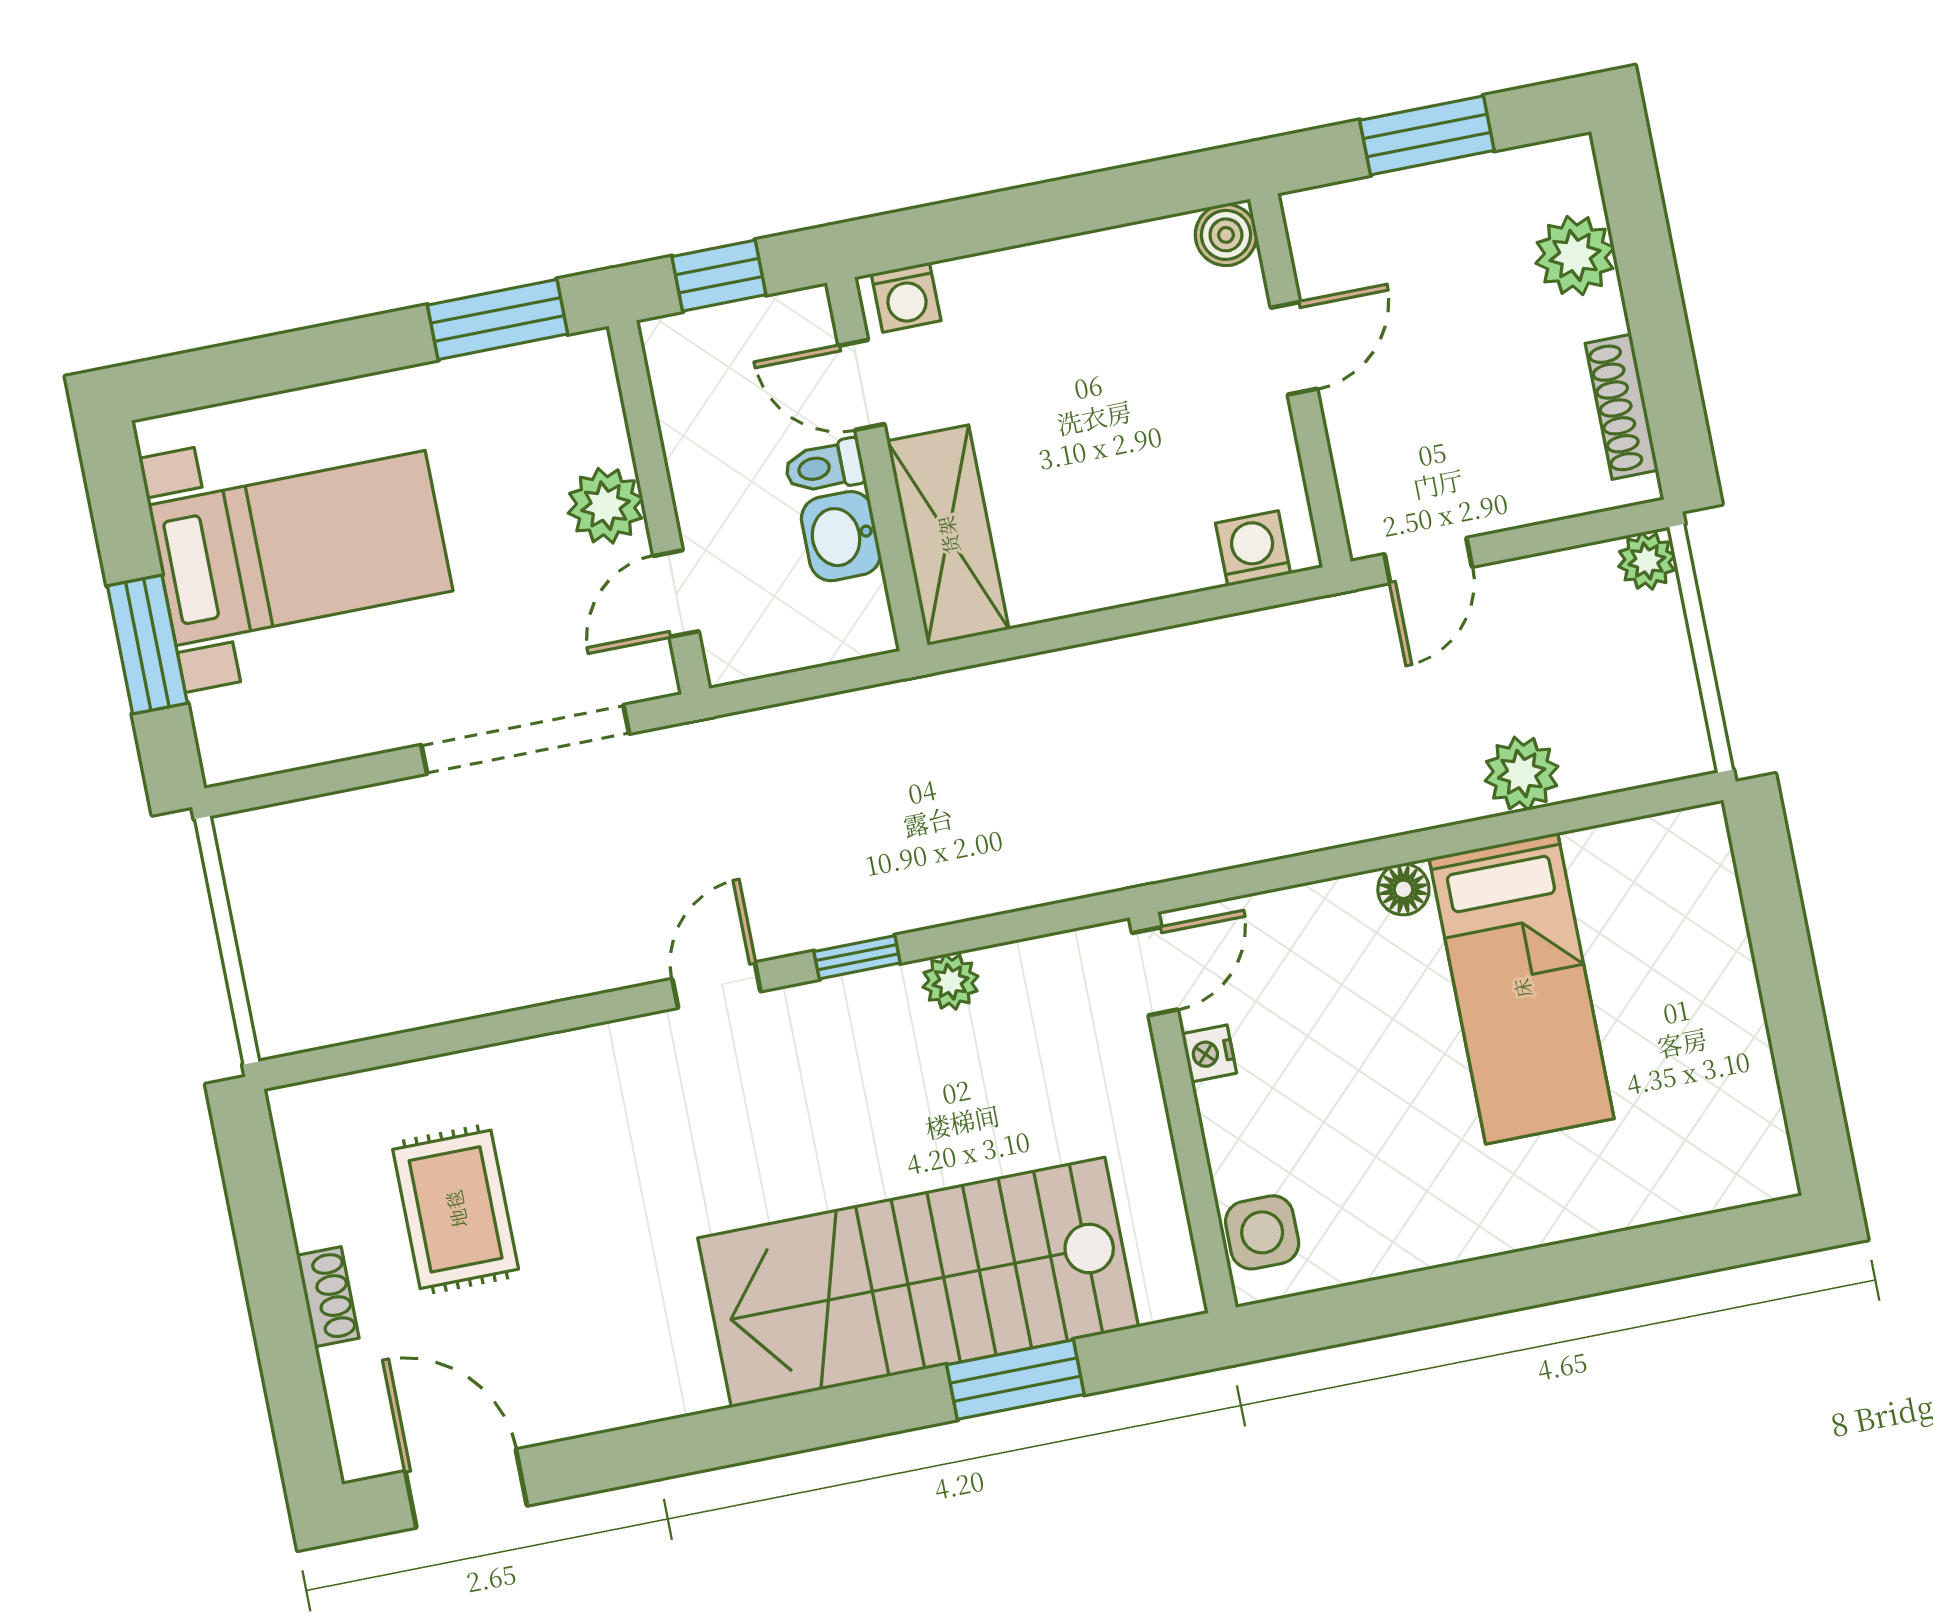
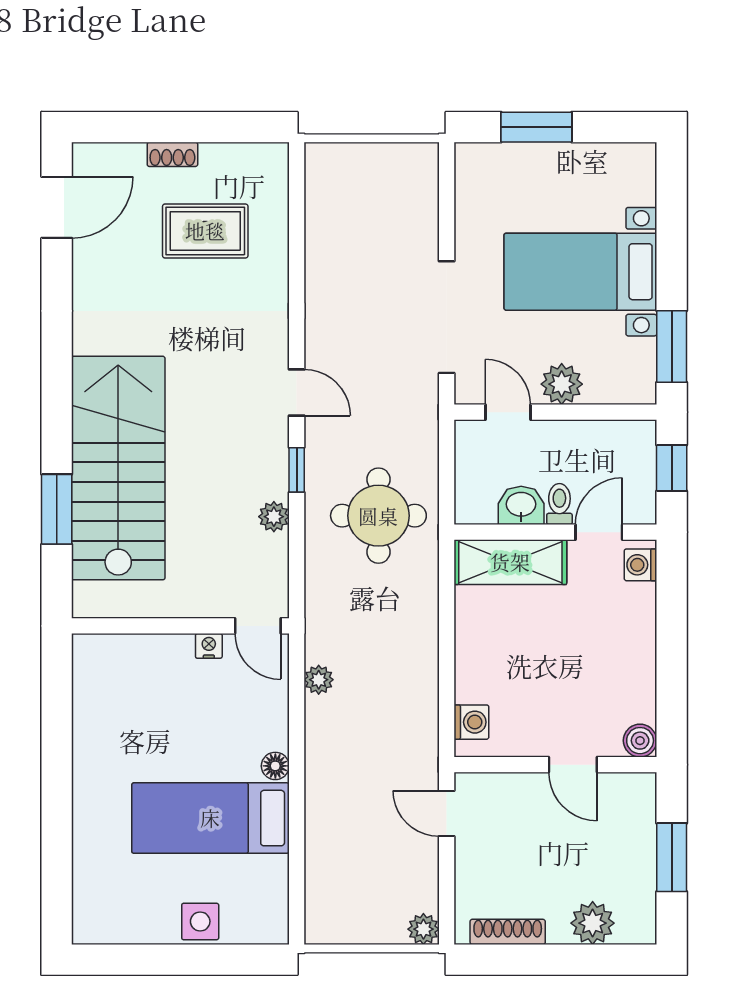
bed with nightstands: (301, 548) -> (580, 272), moved, turned 90
plant: (1522, 774) -> (319, 680), moved, width x0.73, depth x0.73
round table: (911, 792) -> (378, 516), added
side table: (1262, 1232) -> (200, 921), moved

